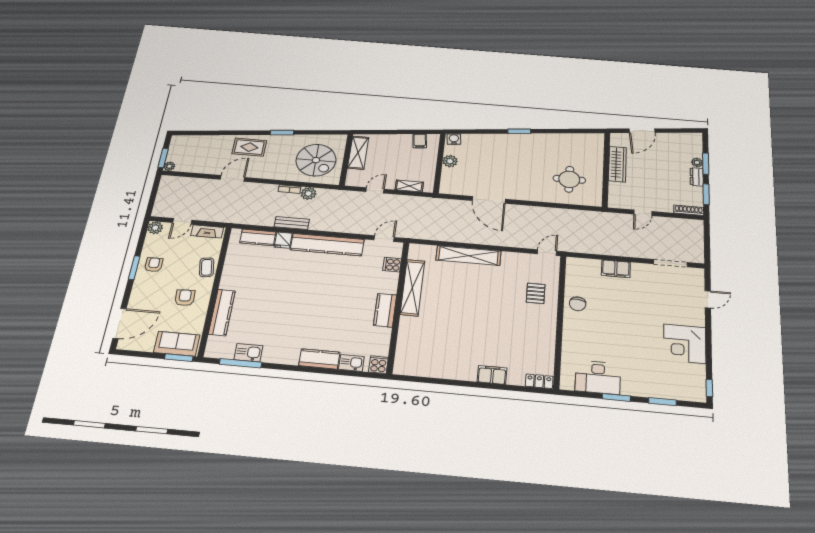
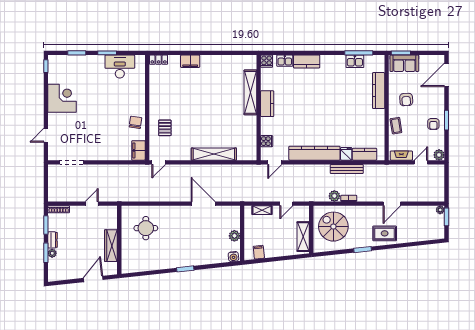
bench: (292, 223) -> (347, 169), width x1.36
filing cabinet: (616, 269) -> (138, 150), moved, turned -90
shelving: (412, 288) -> (250, 92), moved

